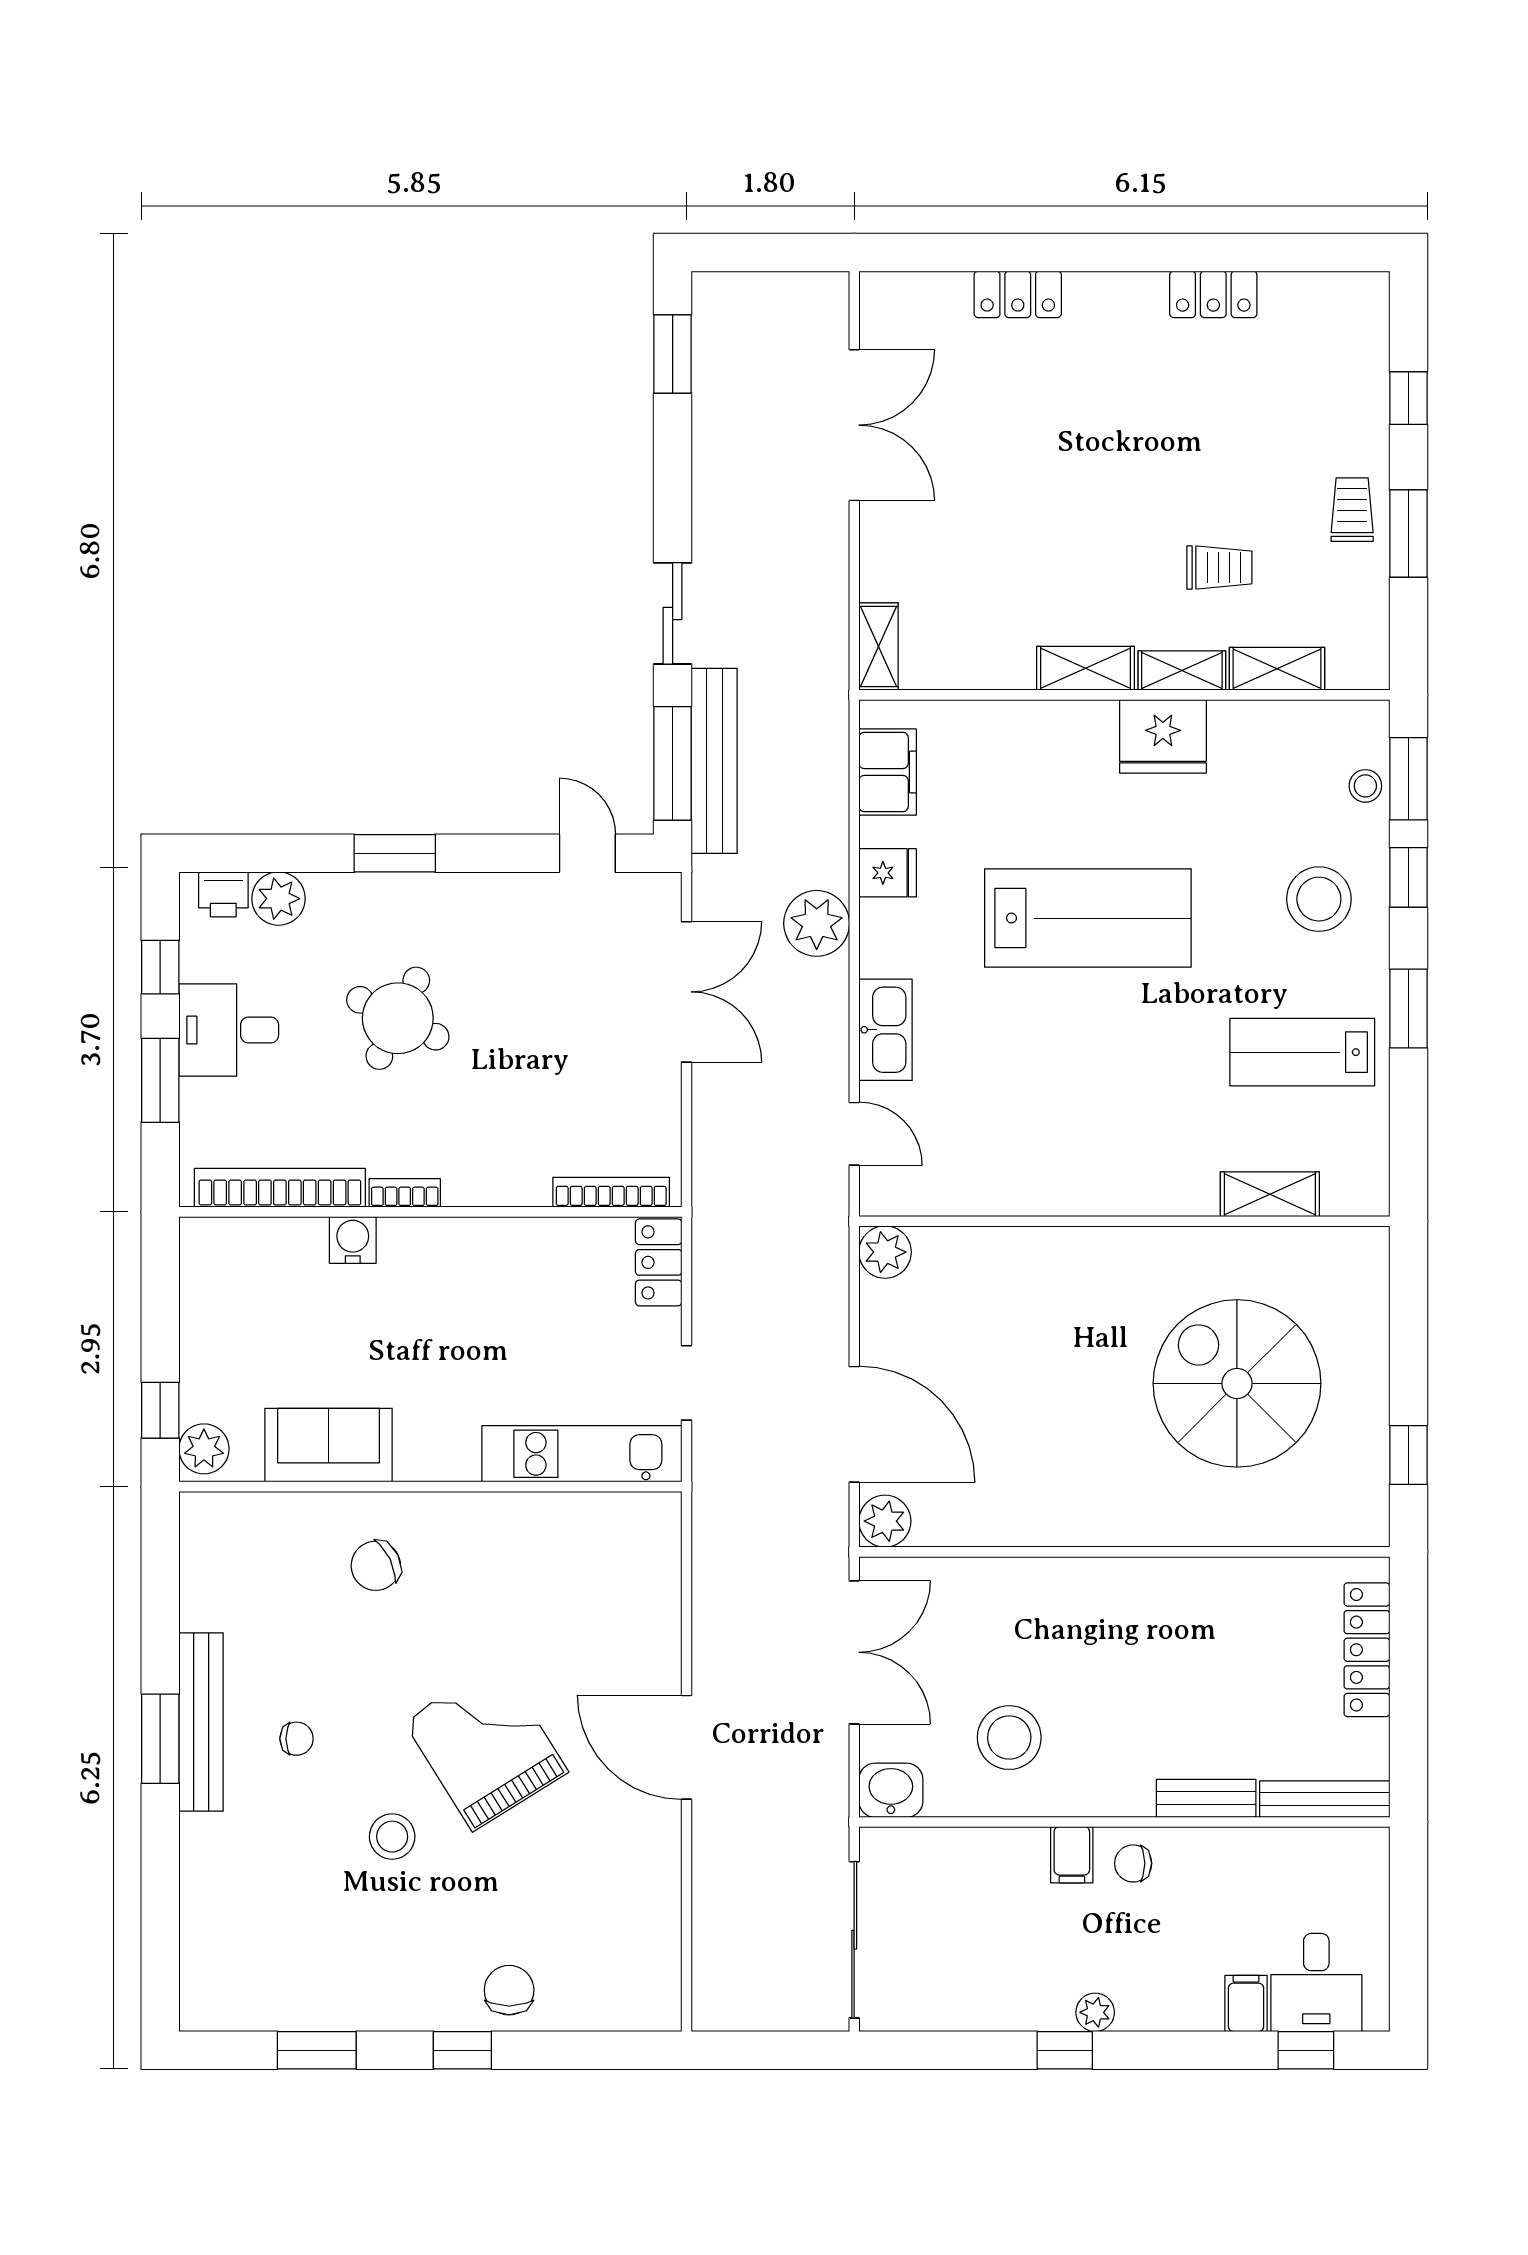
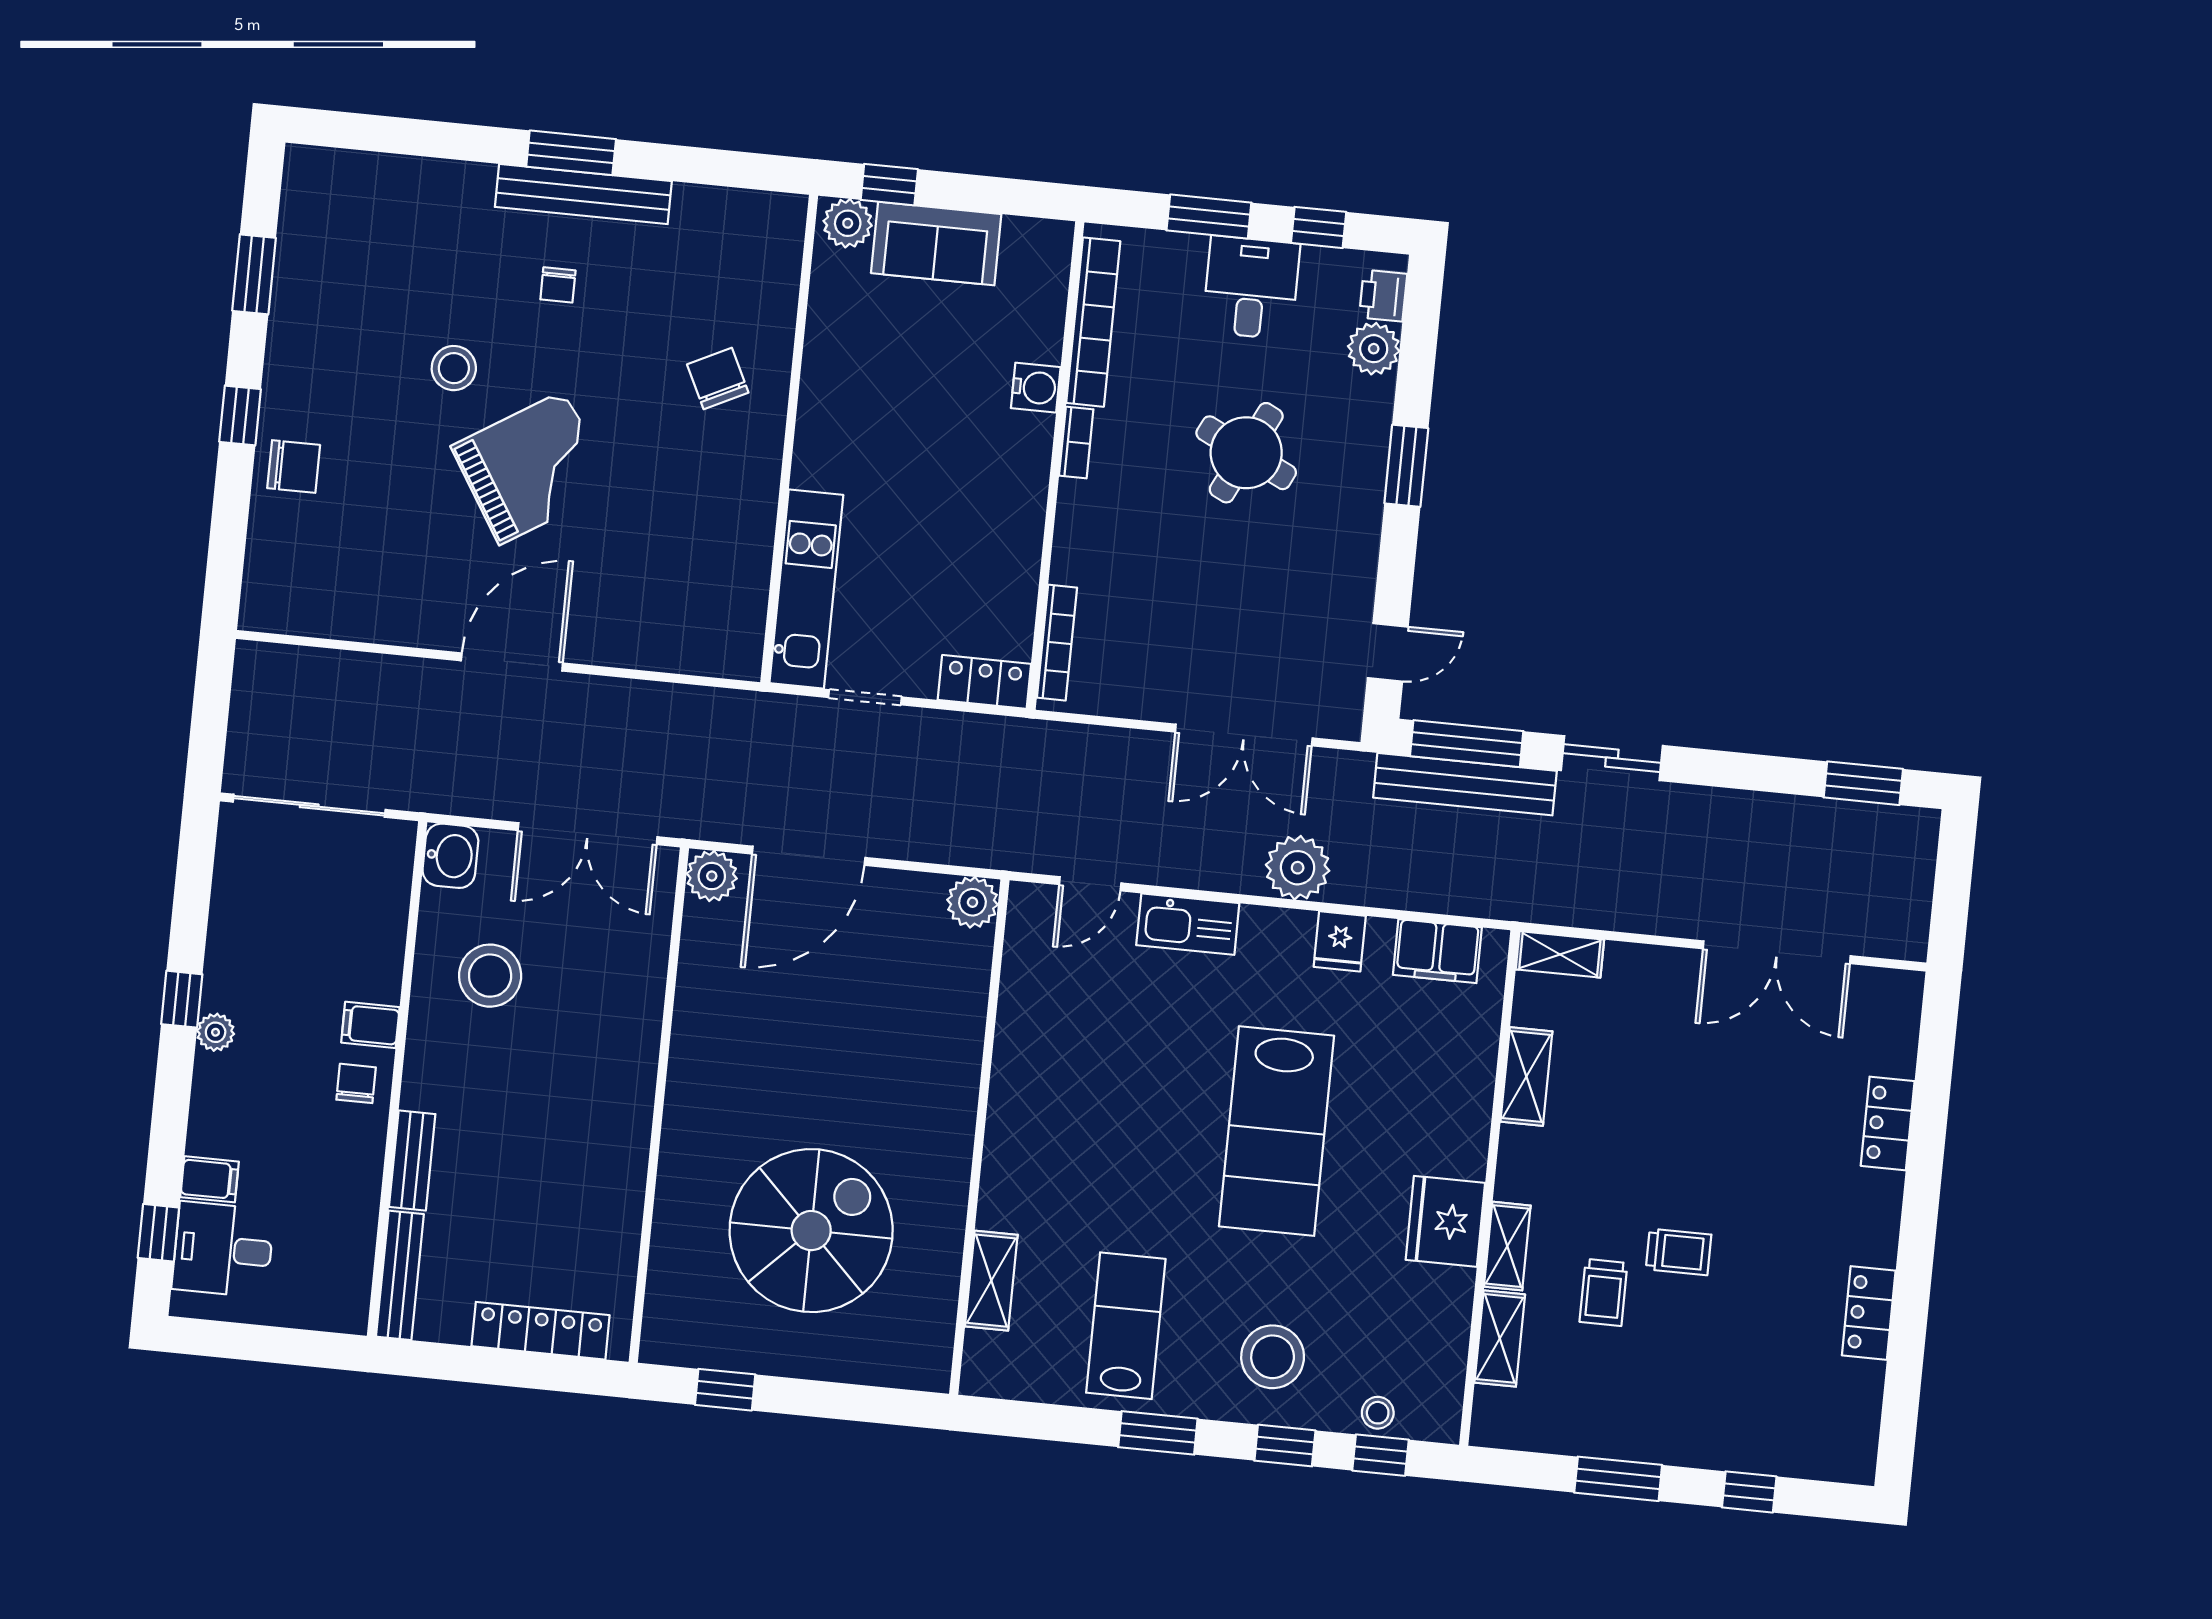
trolley: (1352, 510) -> (1679, 1252), moved
shelving: (1086, 668) -> (1526, 1076), moved
window: (1408, 779) -> (1380, 1455), width x0.67
sofa: (329, 1445) -> (936, 244), moved, turned 90

